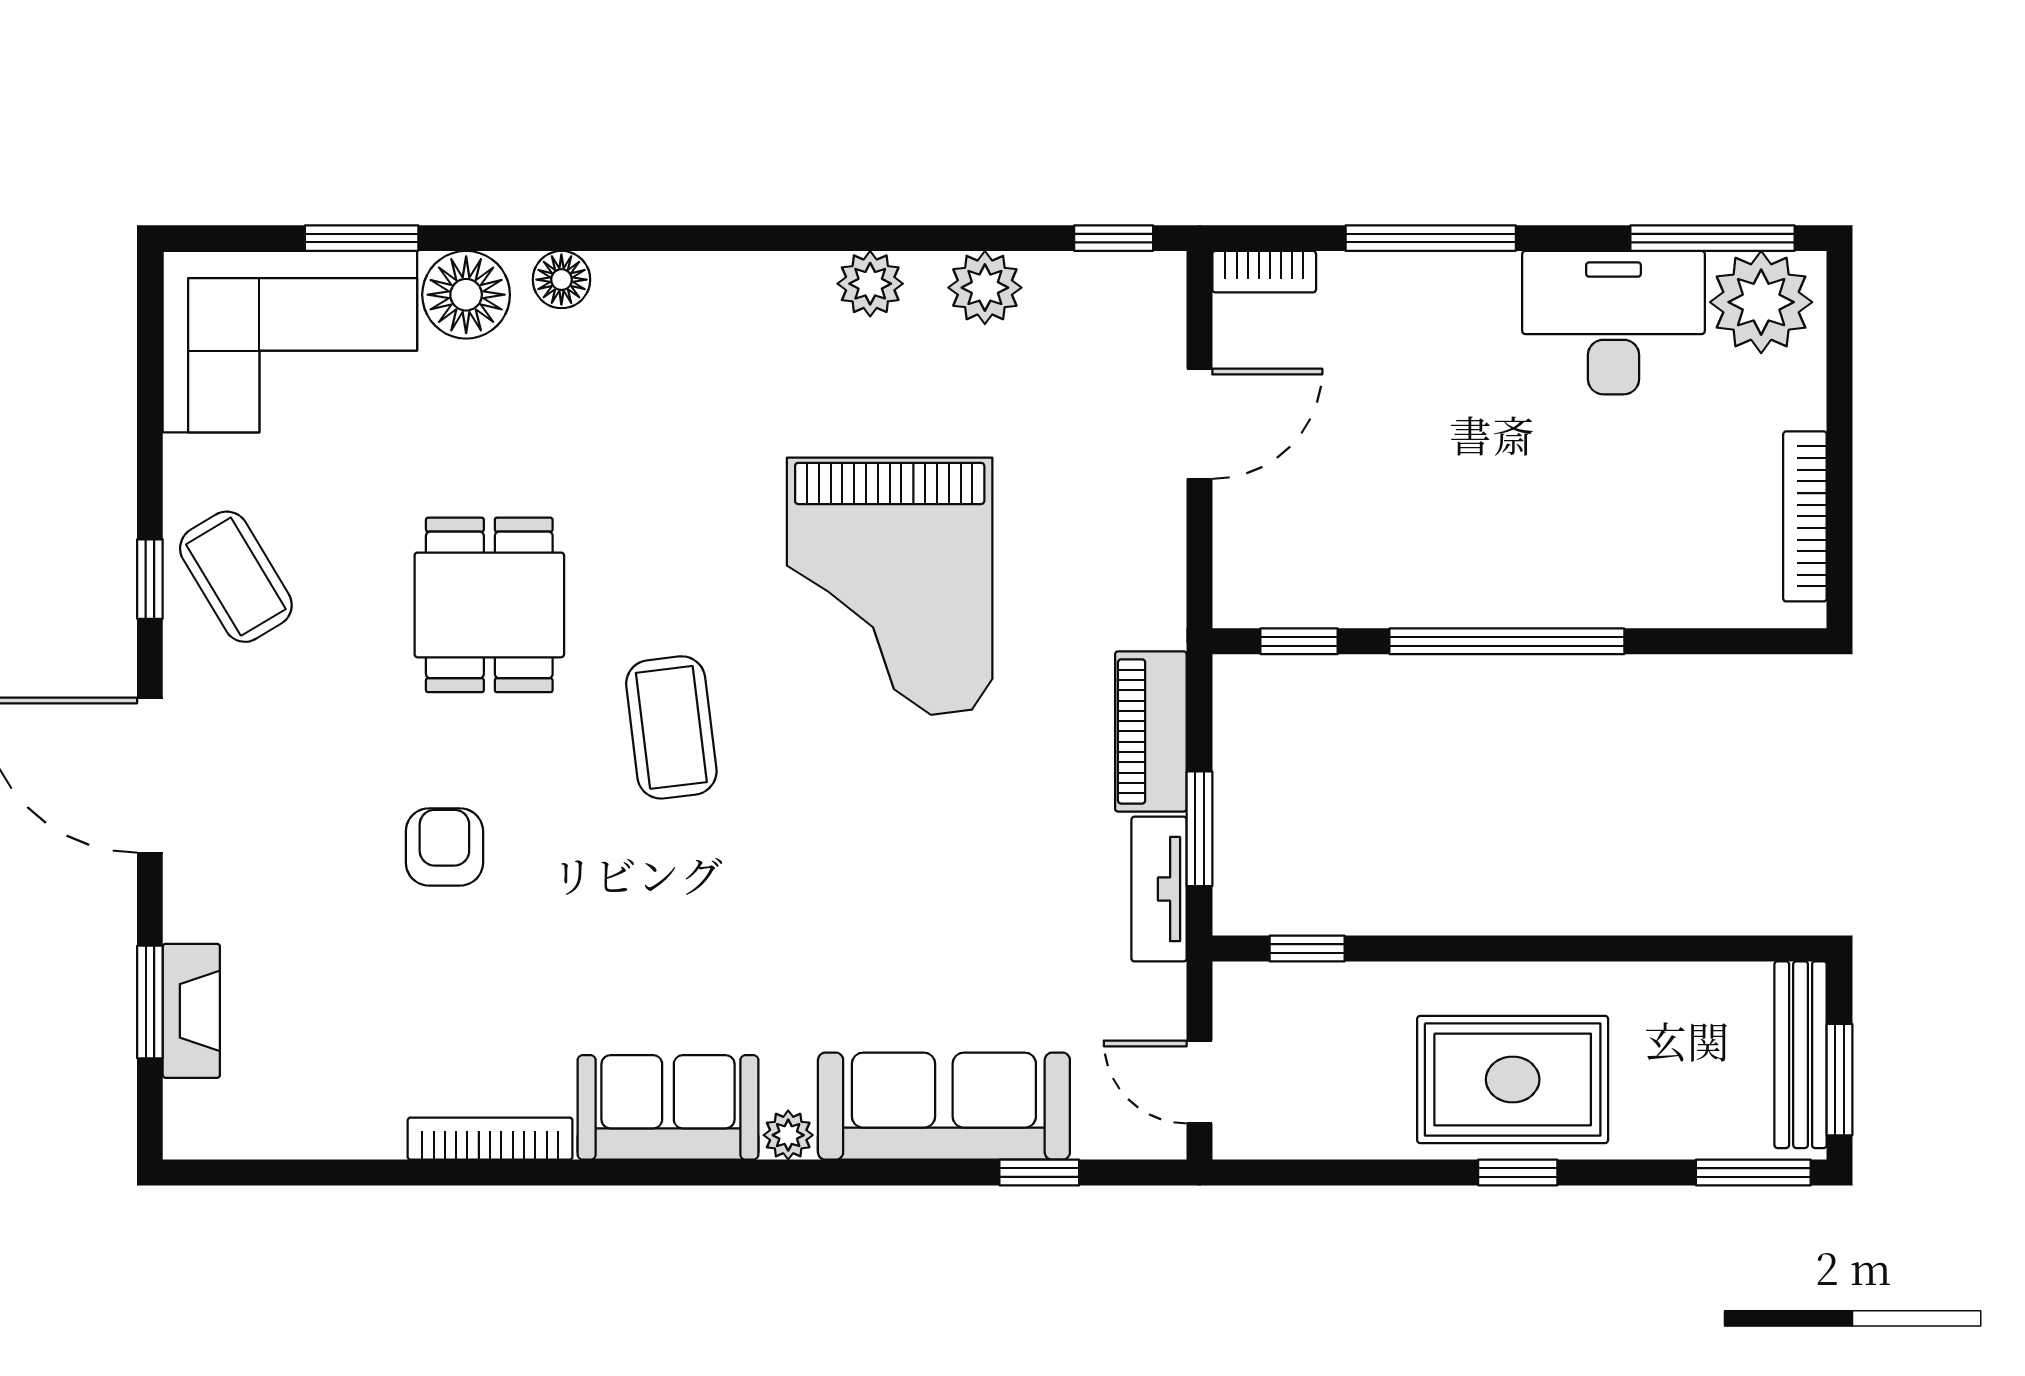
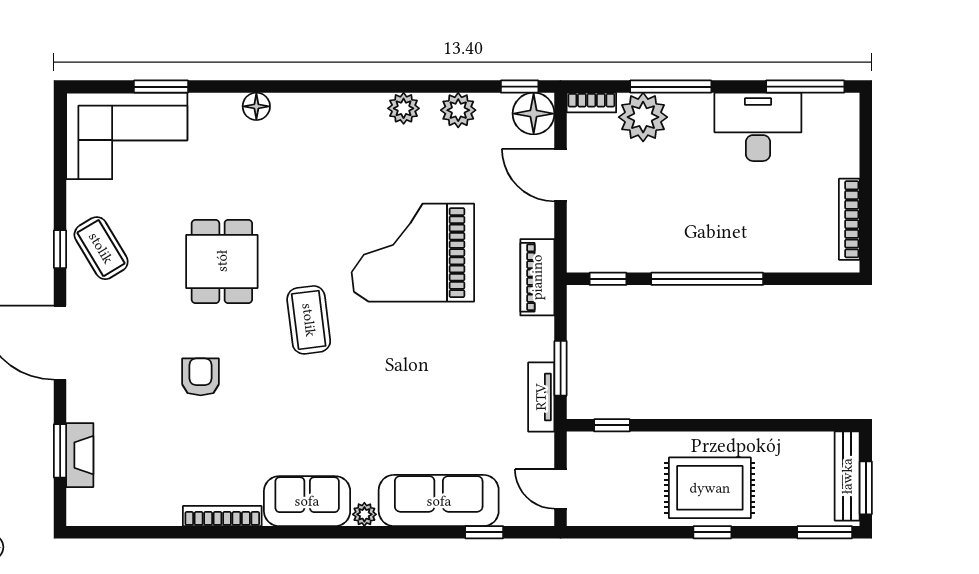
floor lamp: (466, 295) -> (534, 114), moved
plant: (1761, 302) -> (643, 117), moved
door: (1199, 424) -> (561, 175), swing flipped
grand piano: (890, 586) -> (413, 253), turned 90
piano: (1151, 731) -> (537, 277), moved

